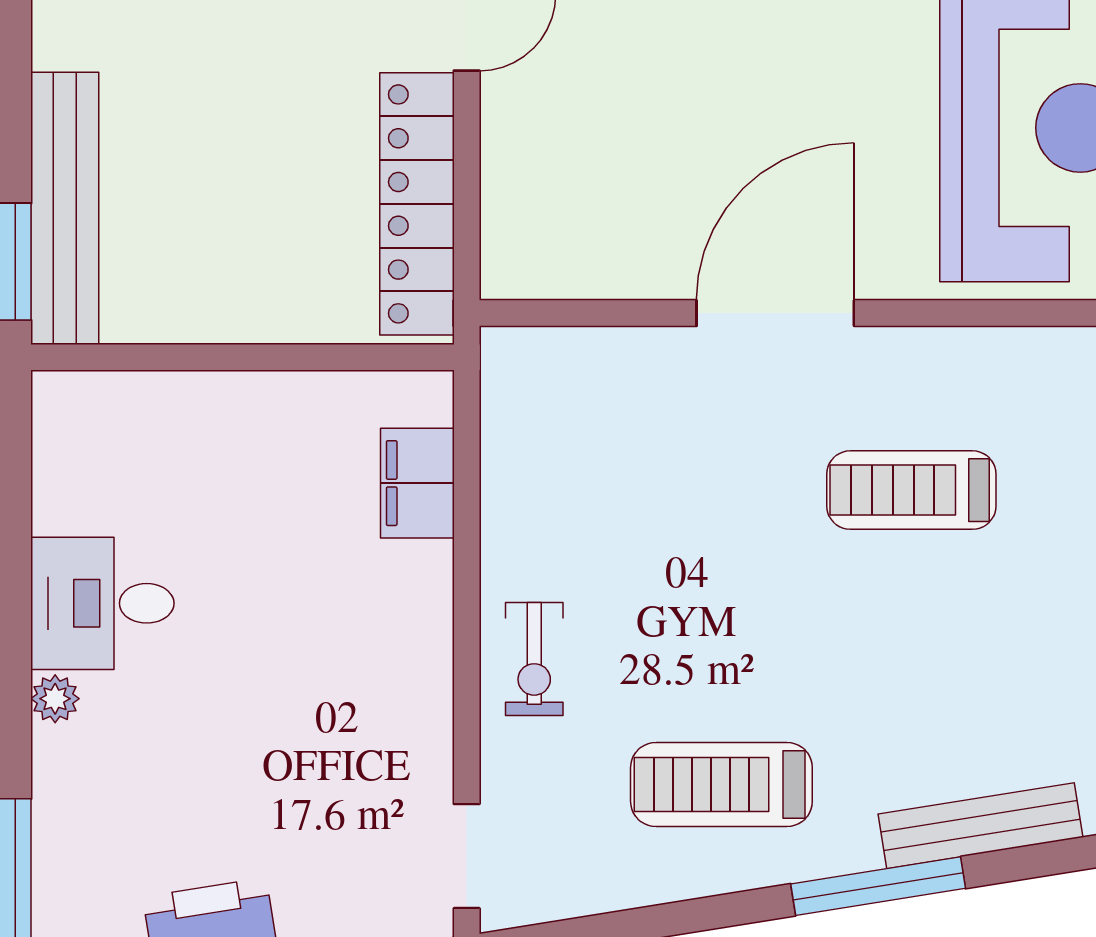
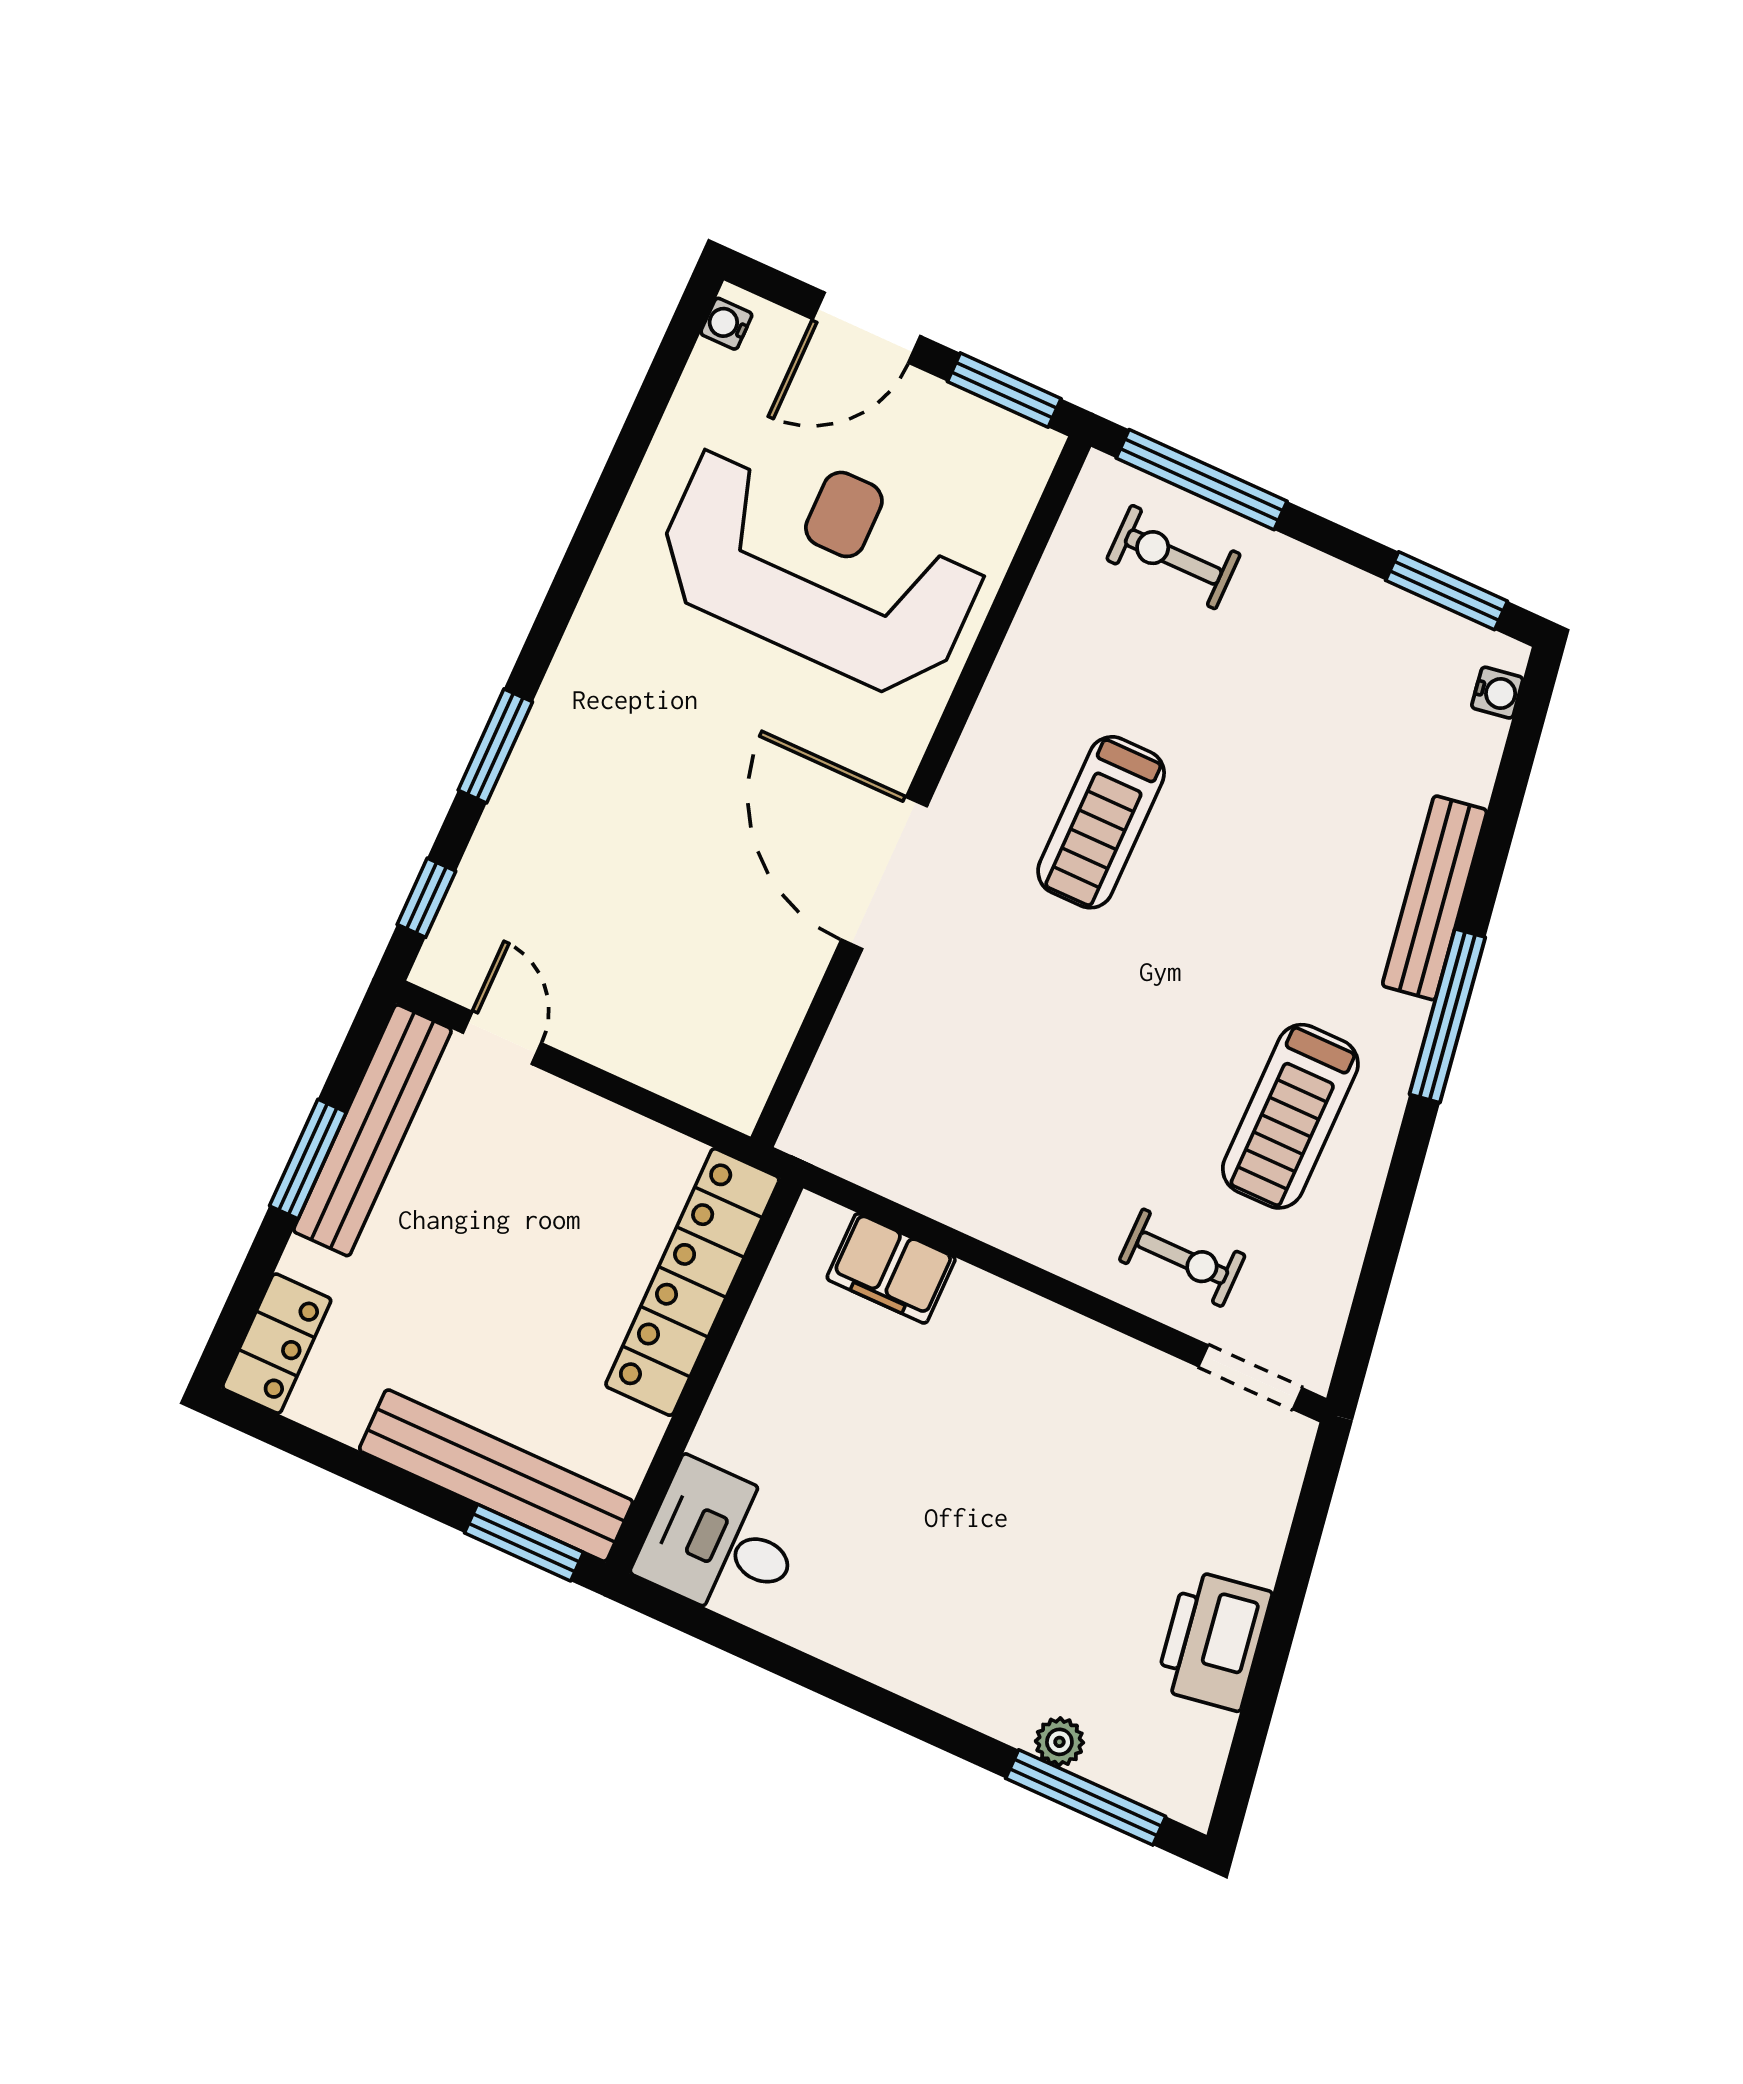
locker: (417, 204) -> (692, 1282), moved, turned 90
desk: (102, 603) -> (721, 1542), moved, turned 90
exercise bike: (534, 659) -> (1182, 1258), moved
plant: (55, 699) -> (1059, 1742), moved

